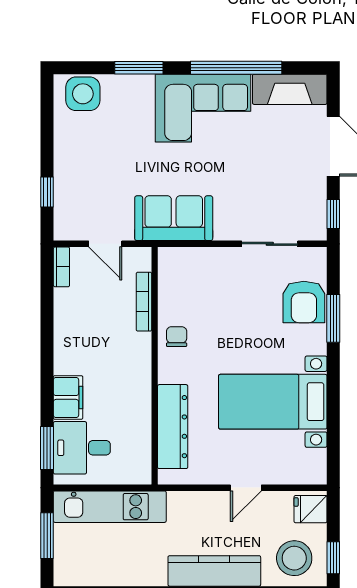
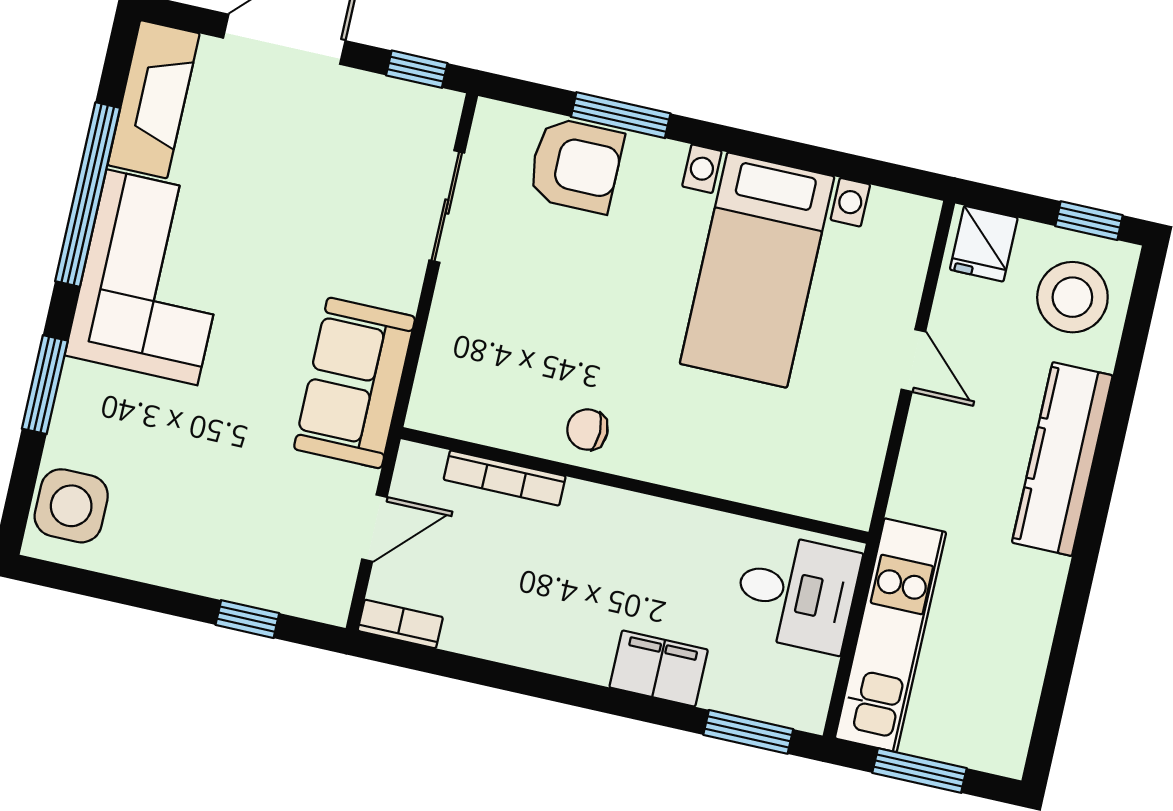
dresser: (173, 427) -> (762, 477), removed
desk: (82, 448) -> (797, 593), moved, turned -90

